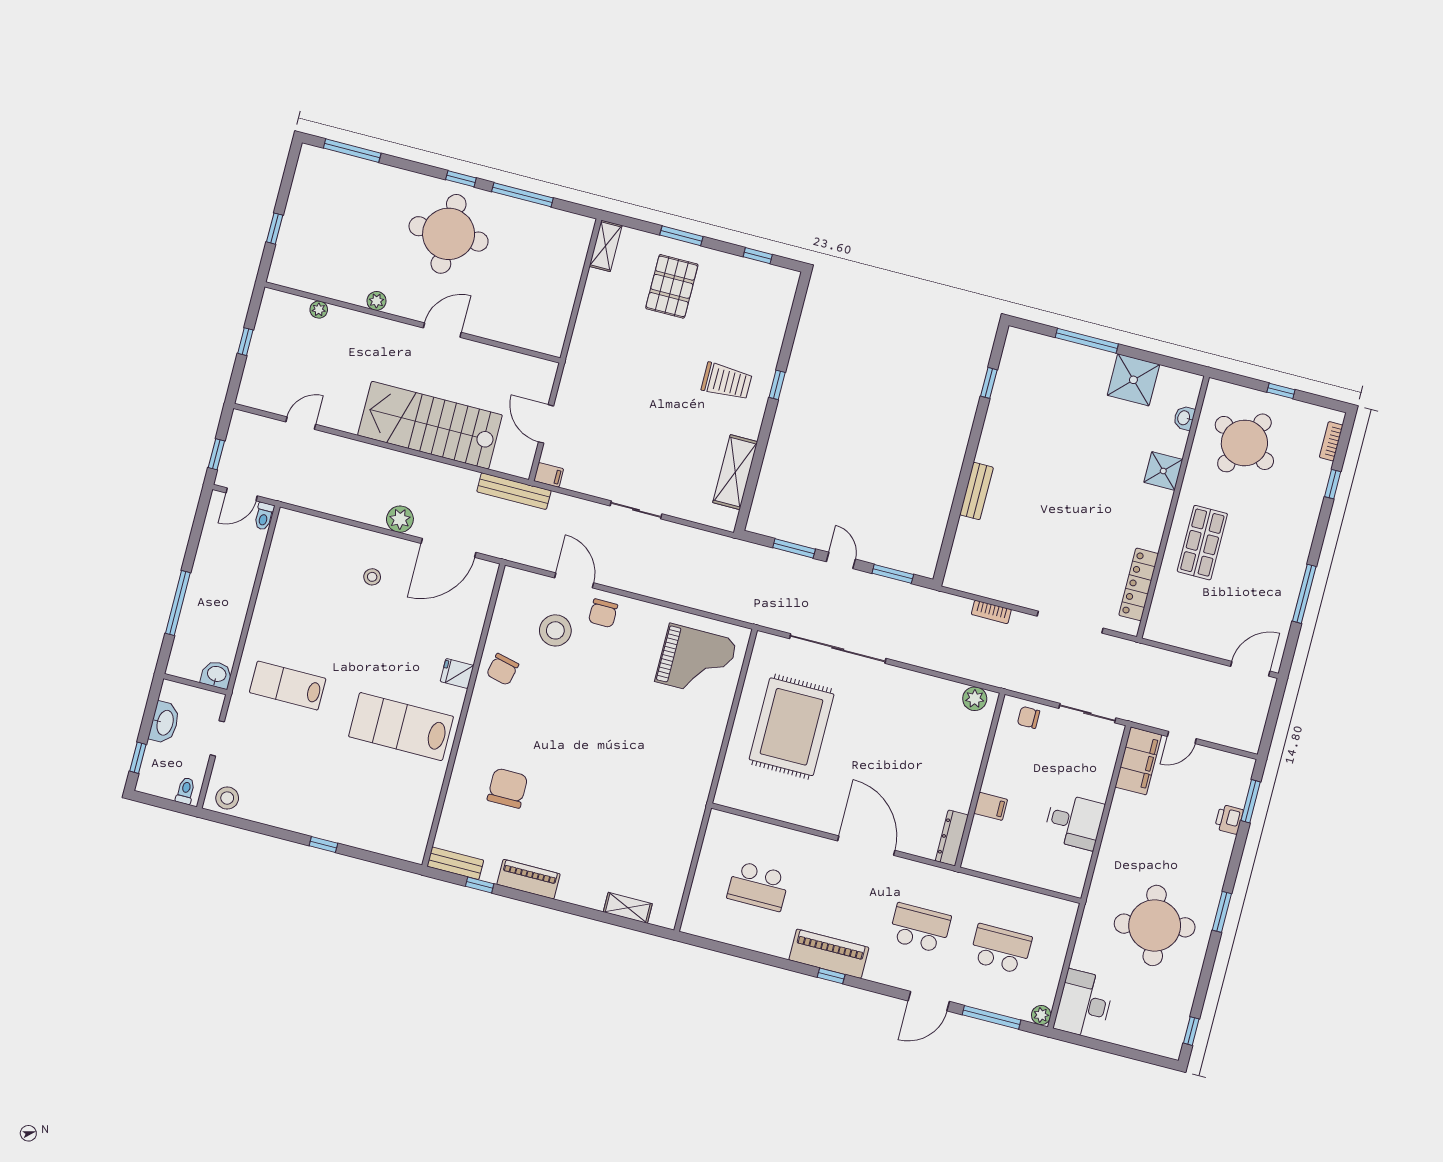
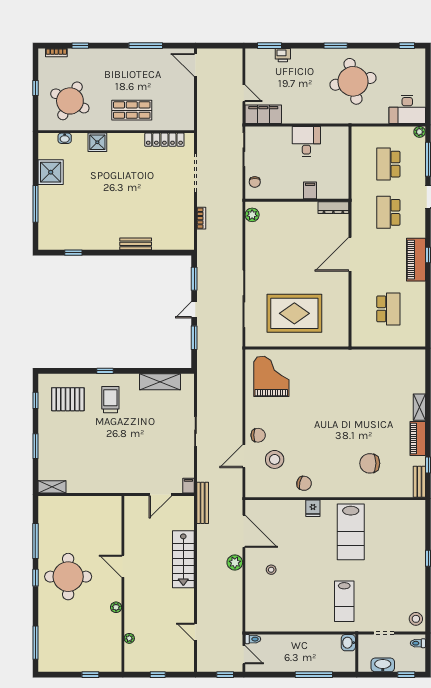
pallet: (672, 286) -> (68, 399), moved
stairs: (430, 425) -> (183, 559), width x0.73, depth x0.66
shelving: (628, 908) -> (419, 407), moved

